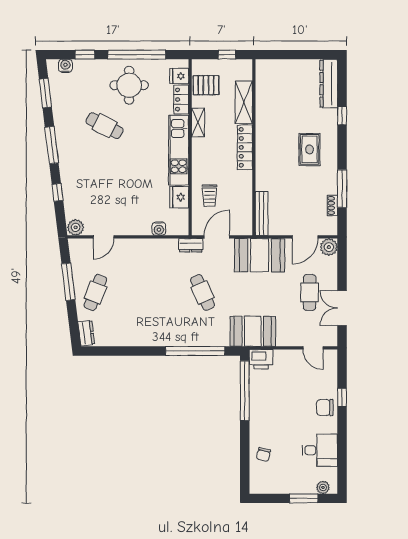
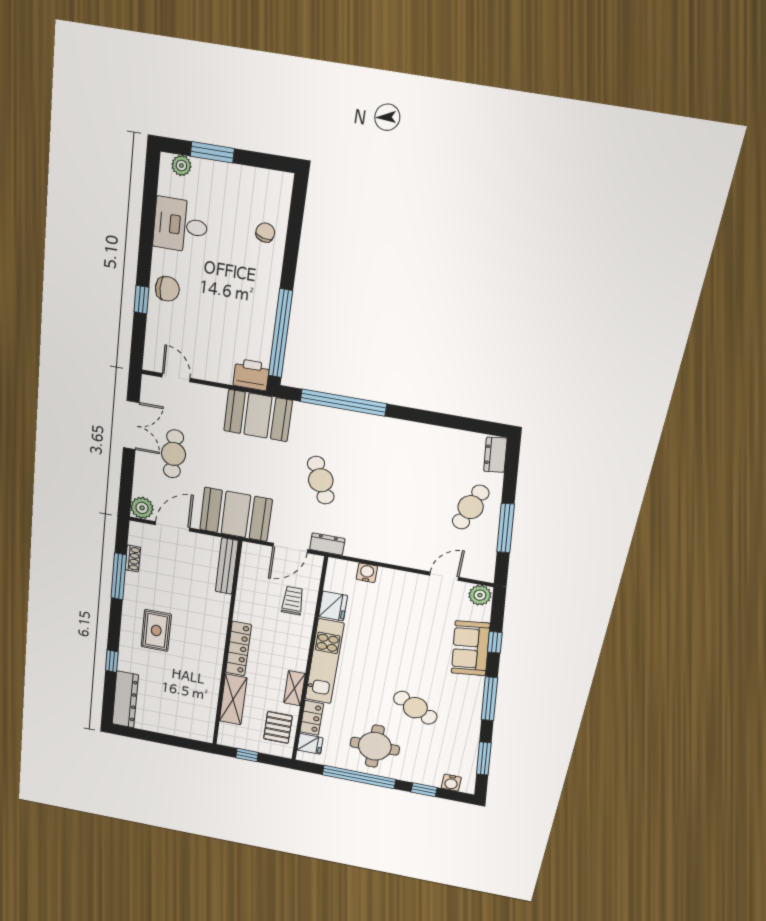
pallet: (206, 85) -> (278, 727), turned 90
sofa: (74, 184) -> (471, 648), added

